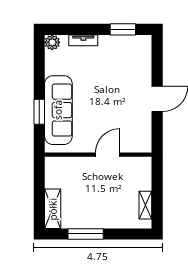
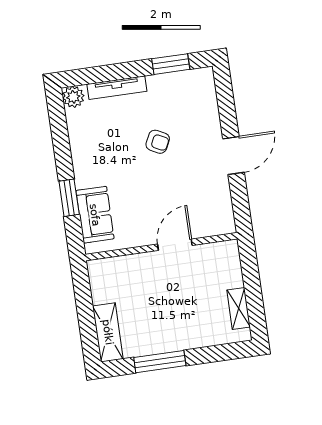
tv unit: (83, 40) -> (117, 88), width x1.41
armchair: (106, 82) -> (158, 142), added
sofa: (58, 110) -> (95, 215), width x0.54, depth x0.79

